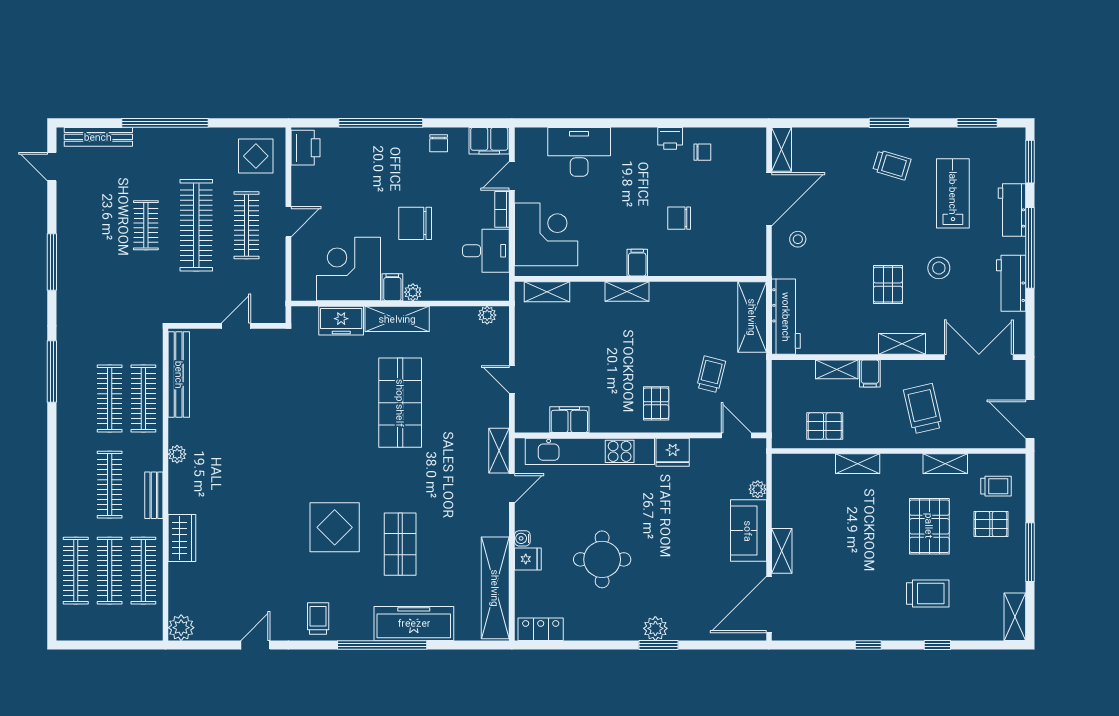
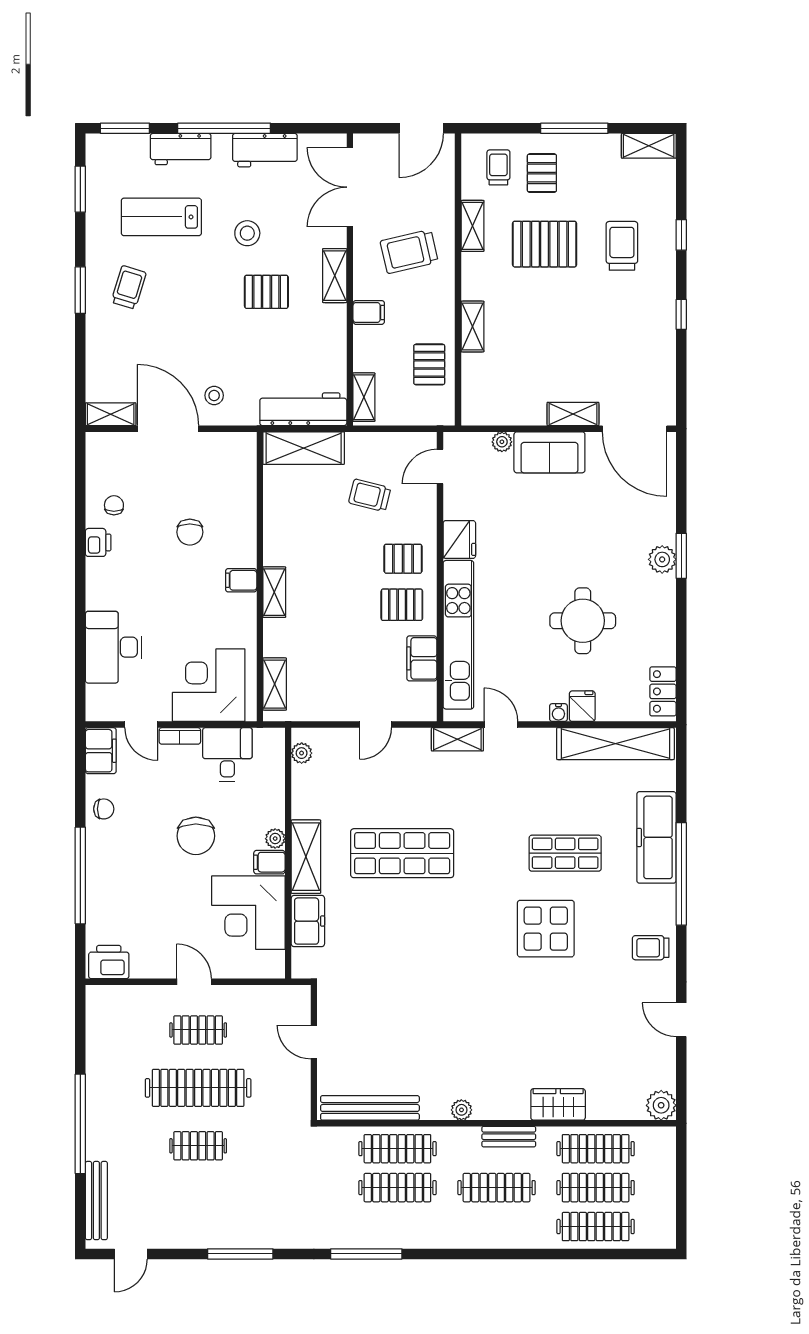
display table: (256, 156) -> (118, 1019), removed
clothes rail: (247, 225) -> (198, 1030), width x0.73
shelving: (837, 369) -> (364, 397), moved
pallet: (616, 402) -> (402, 605), added

